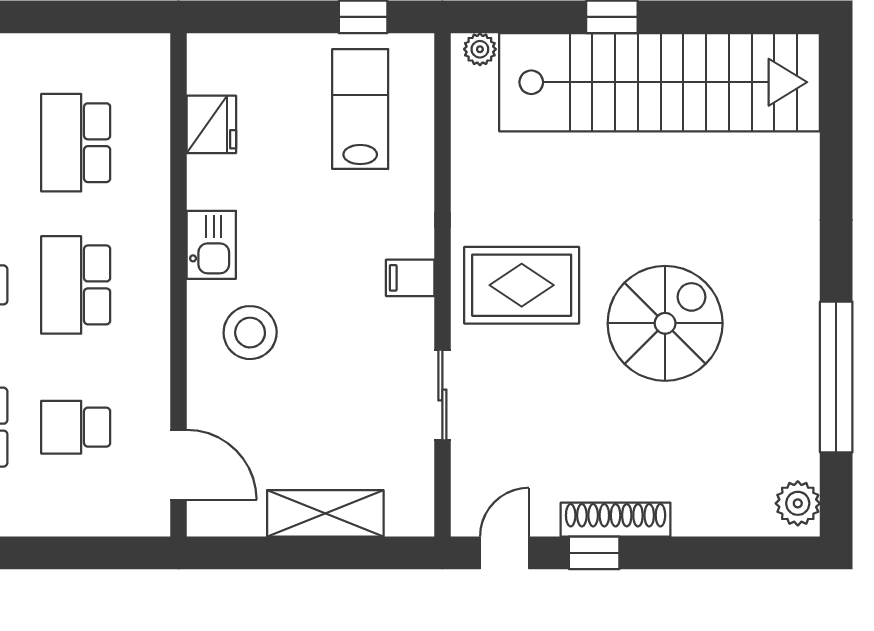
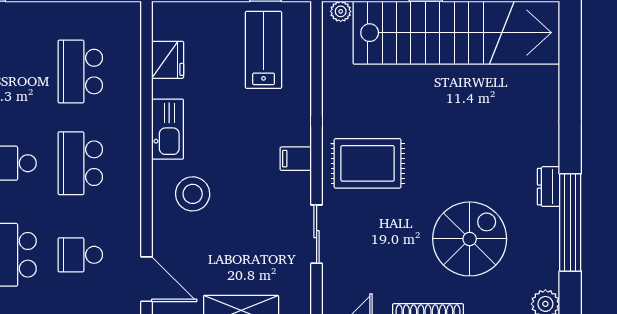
kitchen sink: (211, 245) -> (168, 129), width x1.38
dresser: (803, 321) -> (549, 187), added
spiral stairs: (665, 323) -> (470, 239), moved

